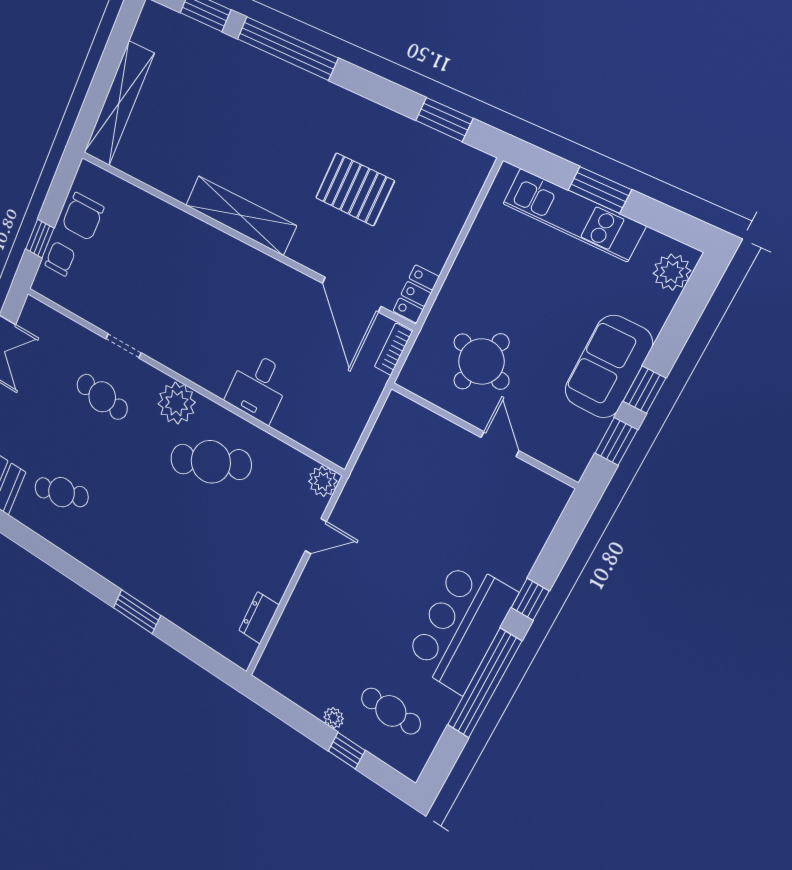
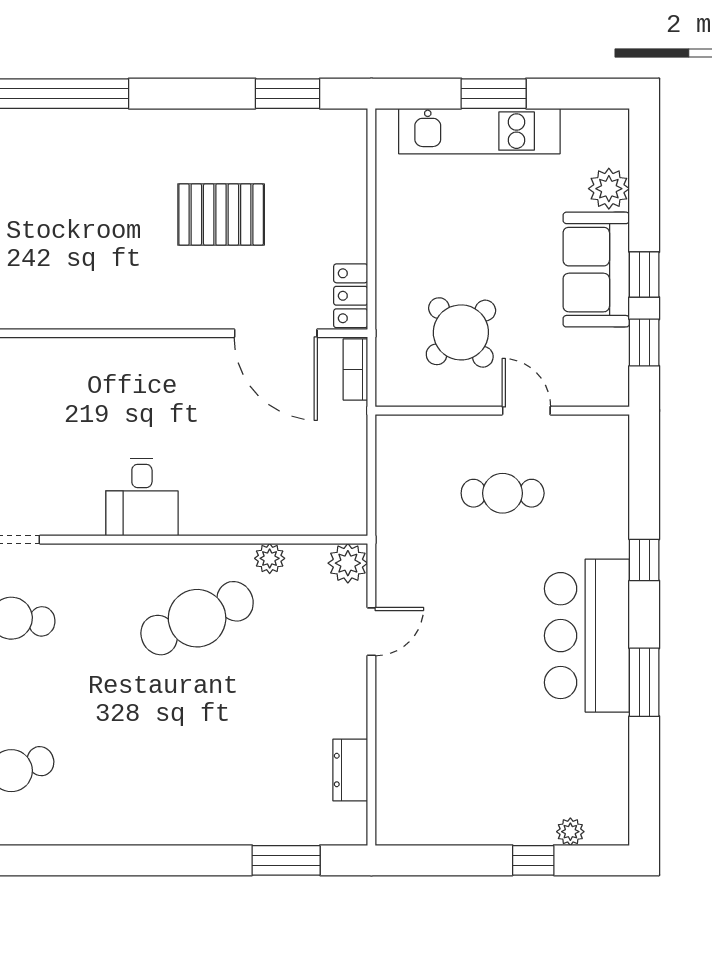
shelving: (240, 215) -> (93, 308), removed
plant: (672, 272) -> (609, 189), moved
round table: (481, 361) -> (461, 332), turned 30
desk: (258, 387) -> (142, 497), moved
plant: (177, 403) -> (270, 558), moved, width x0.53, depth x0.53
window: (137, 612) -> (286, 860), moved
window: (484, 683) -> (644, 682), width x0.47
cafe table: (391, 711) -> (503, 493), moved
plant: (334, 718) -> (570, 832), moved

